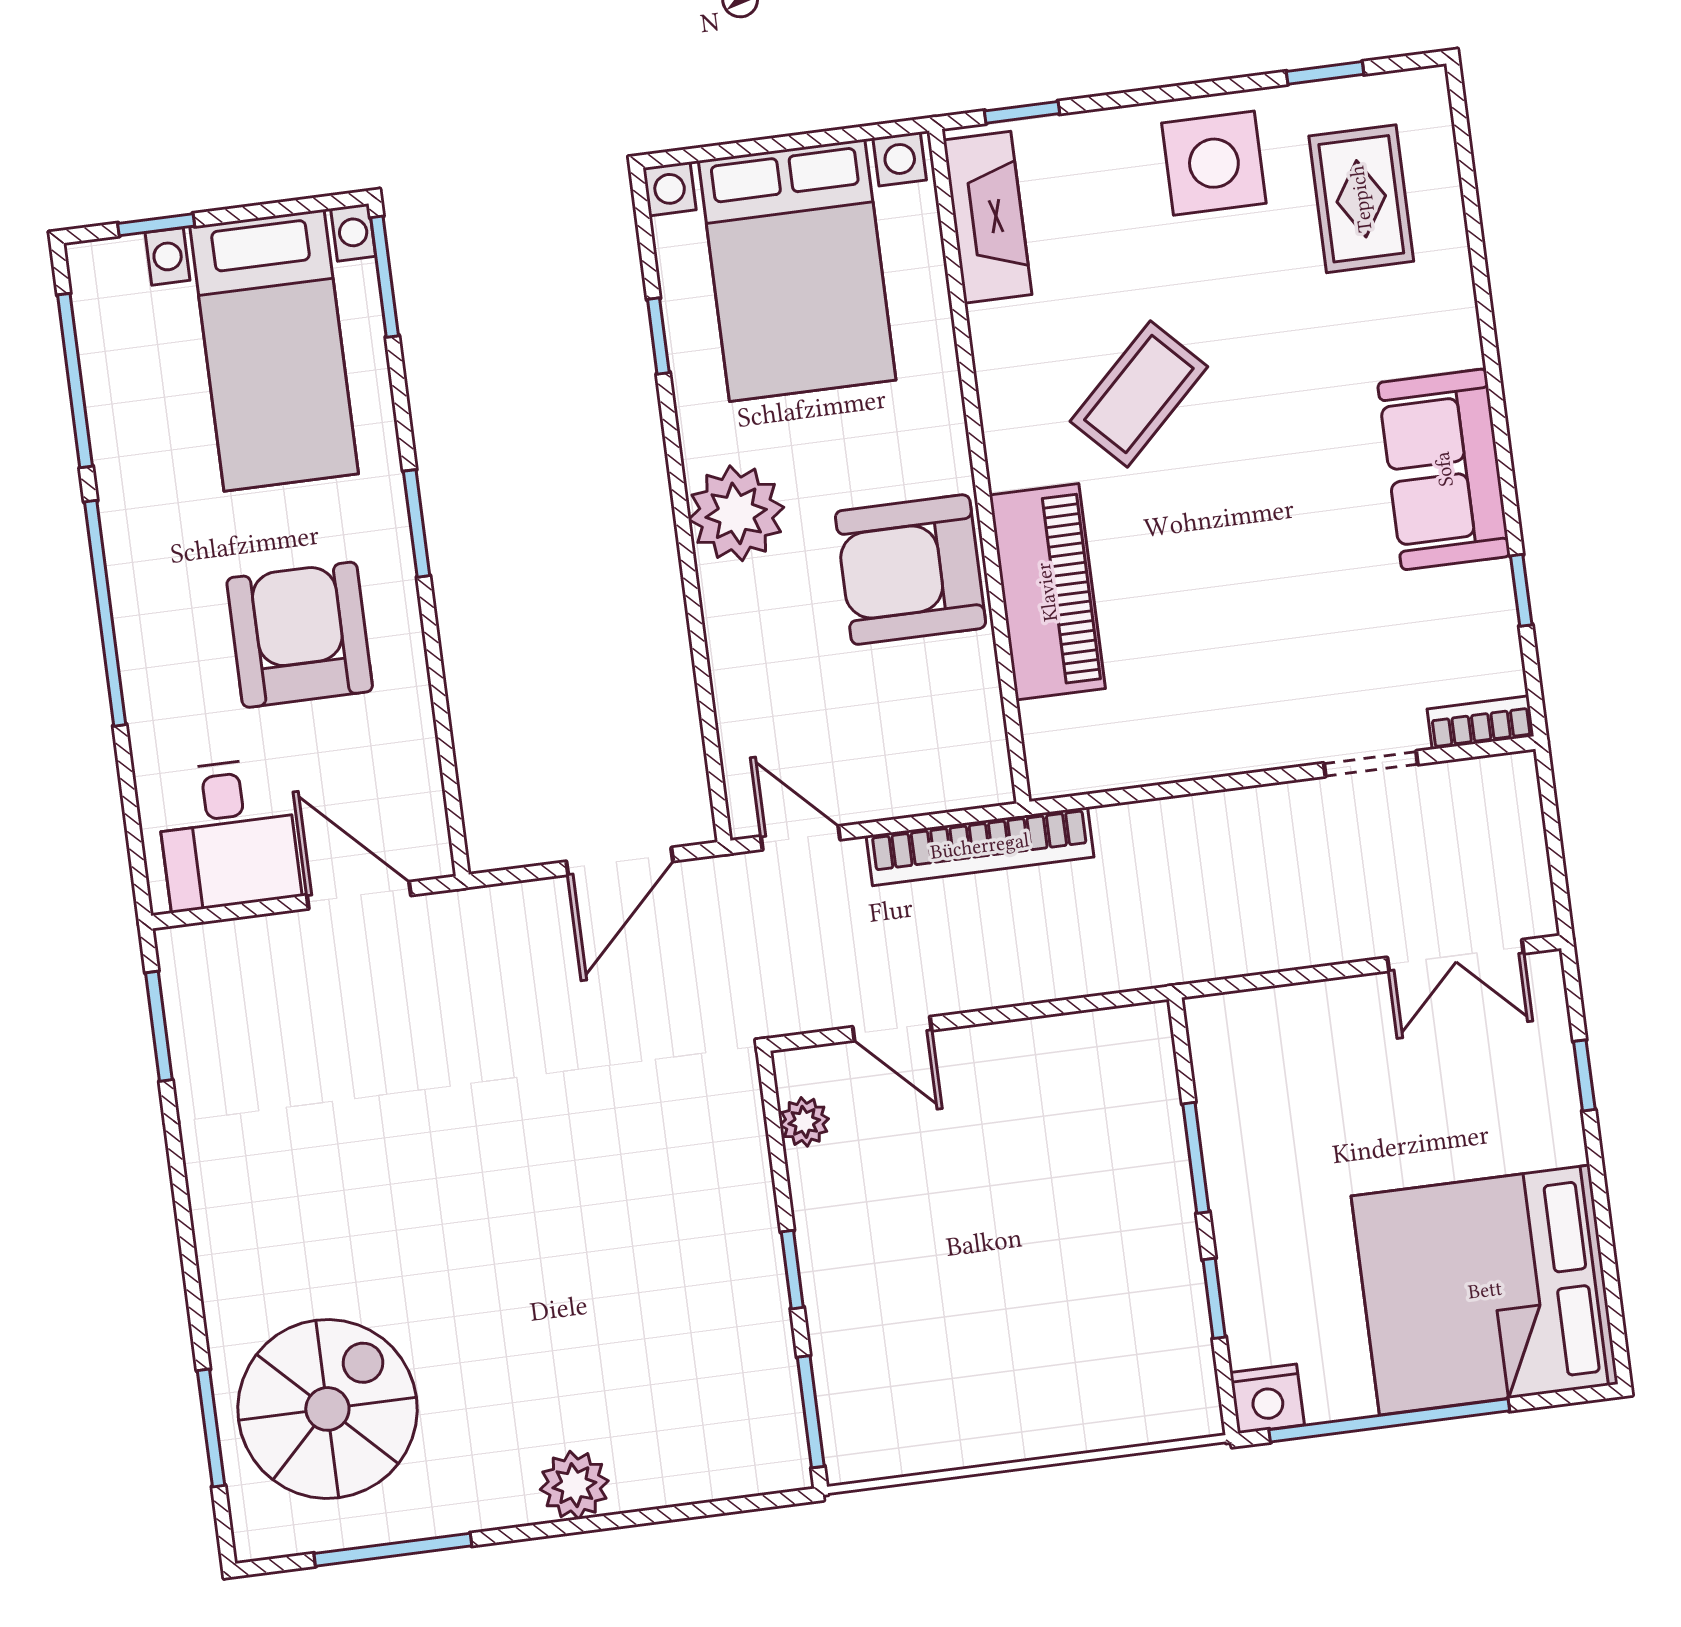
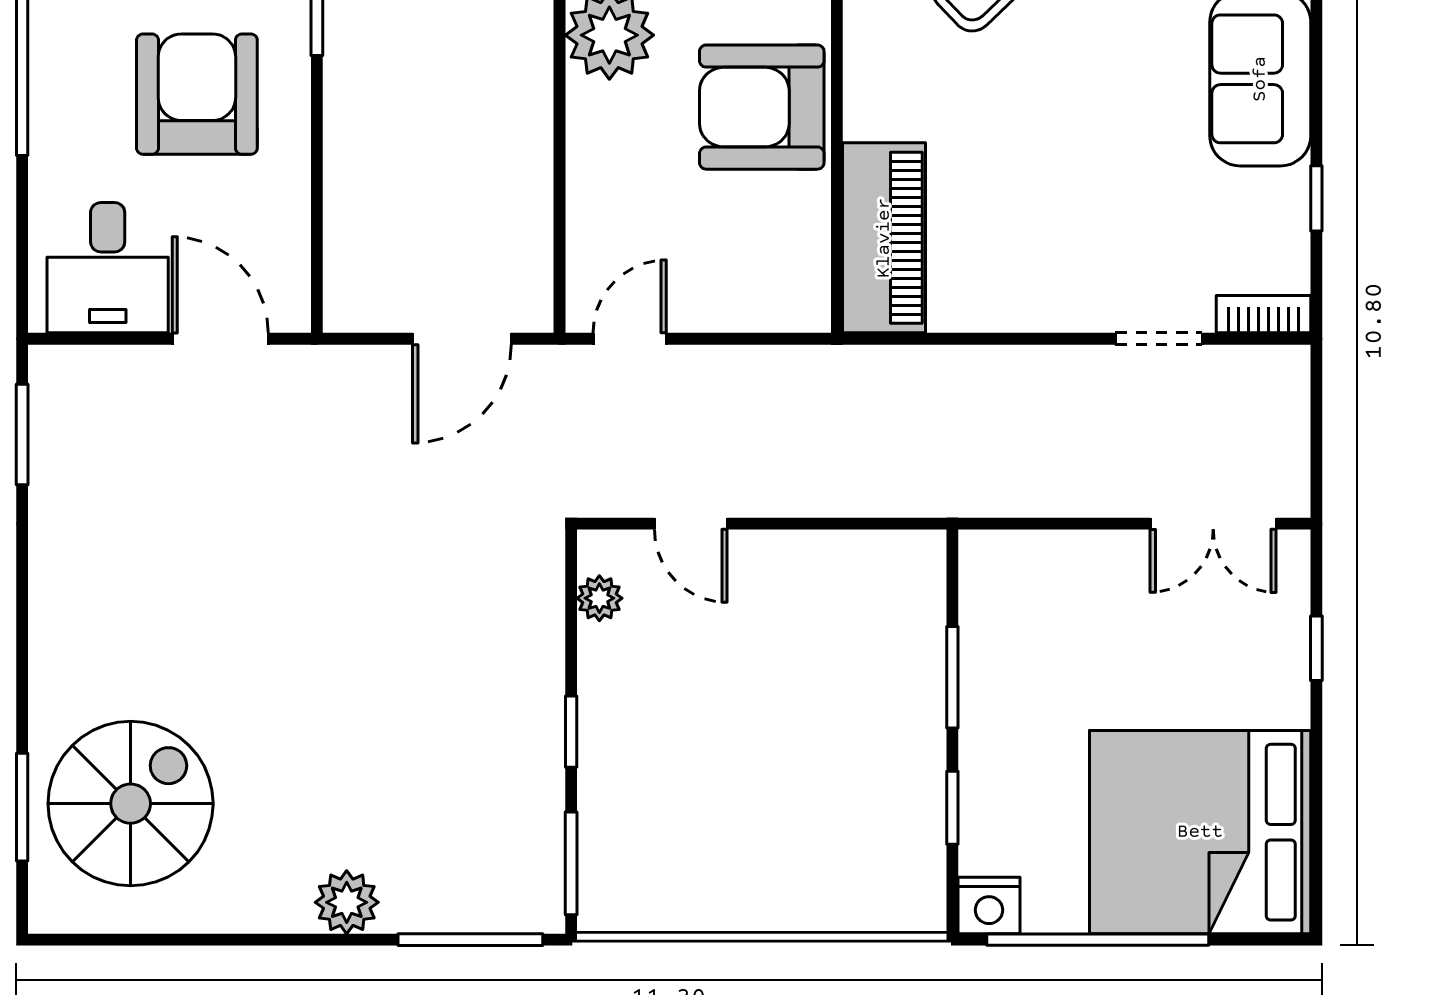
piano: (1047, 592) -> (884, 238), moved
door: (801, 838) -> (630, 339), hinge flipped
bookcase: (980, 846) -> (792, 368), removed
window: (393, 1550) -> (470, 940), moved

